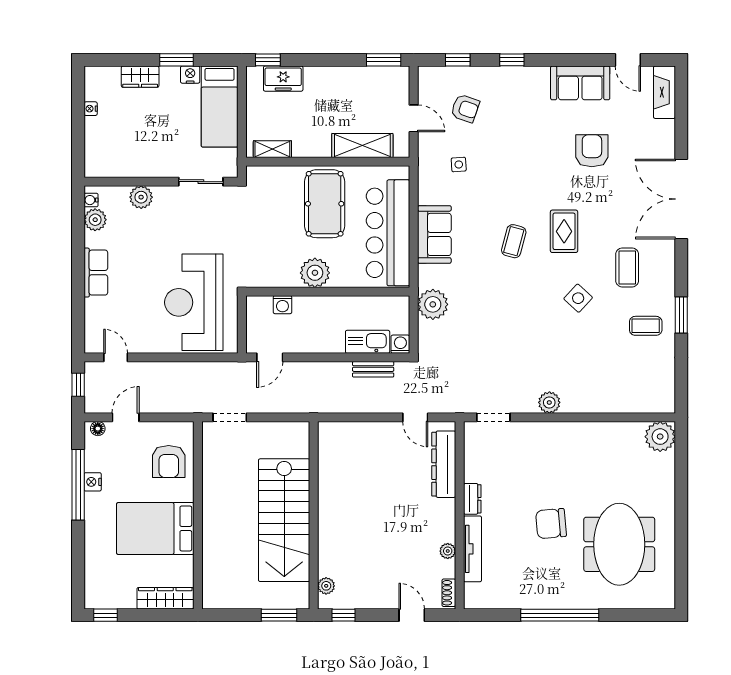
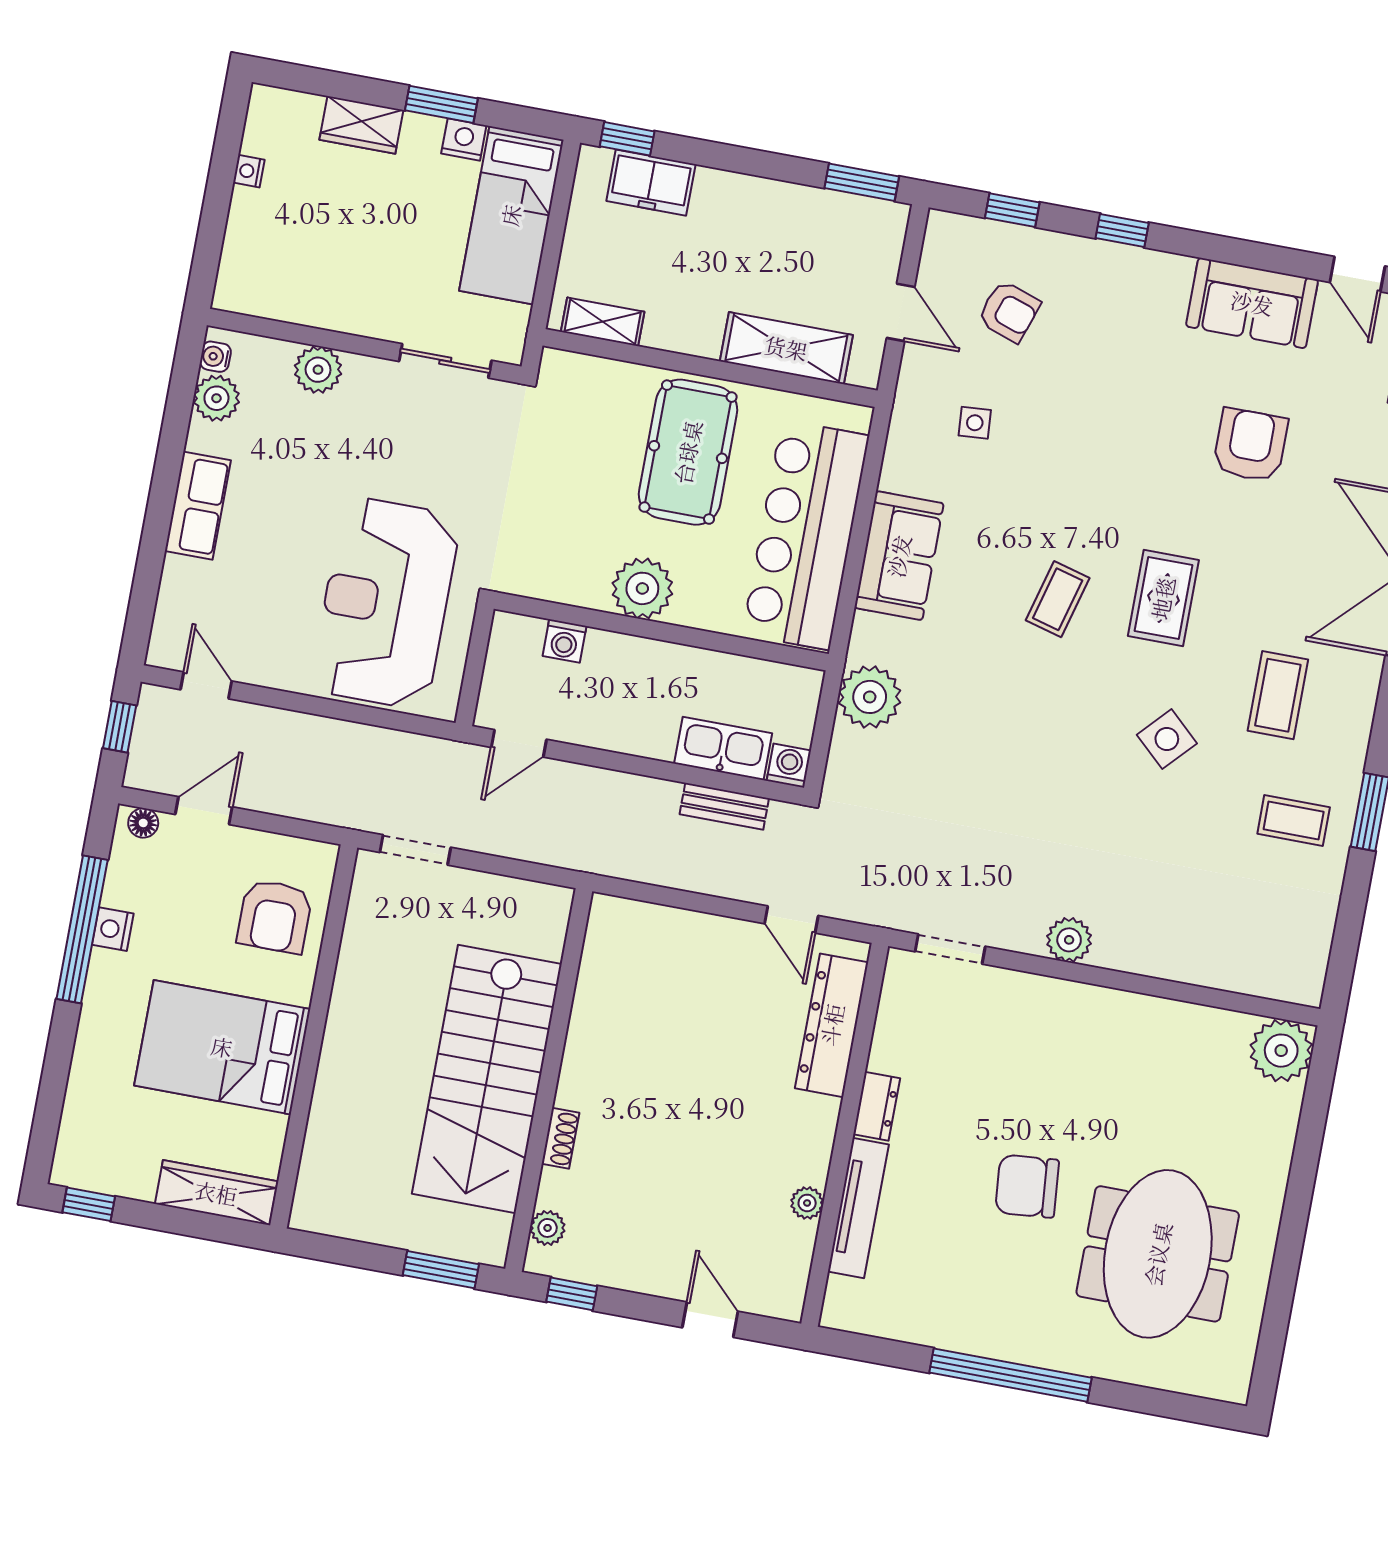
shoe rack: (449, 593) -> (561, 1138), moved, turned 180

